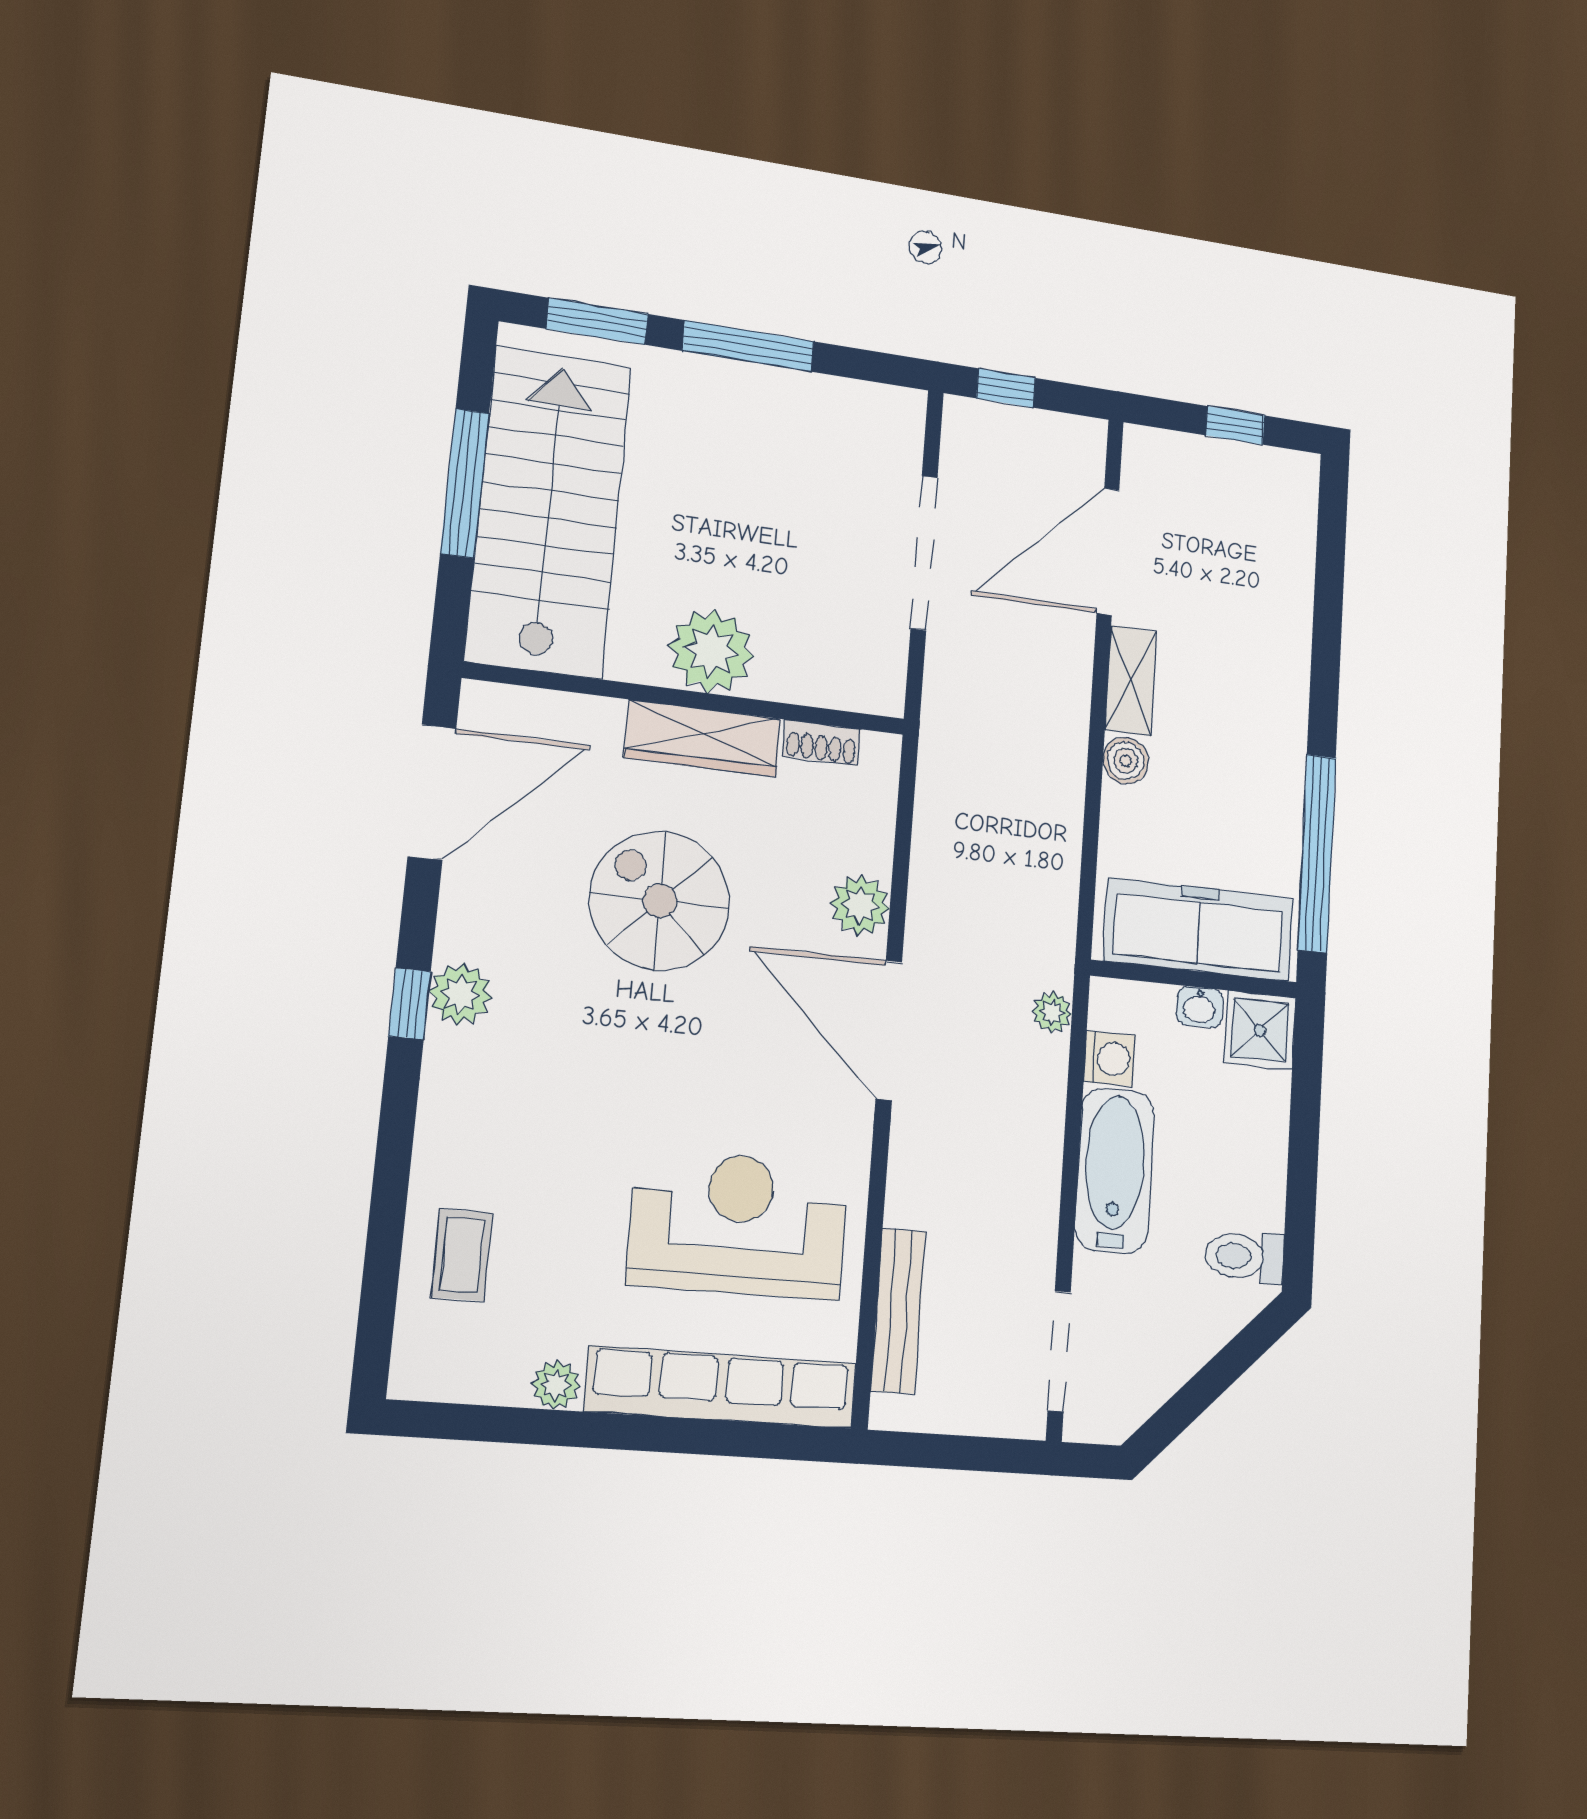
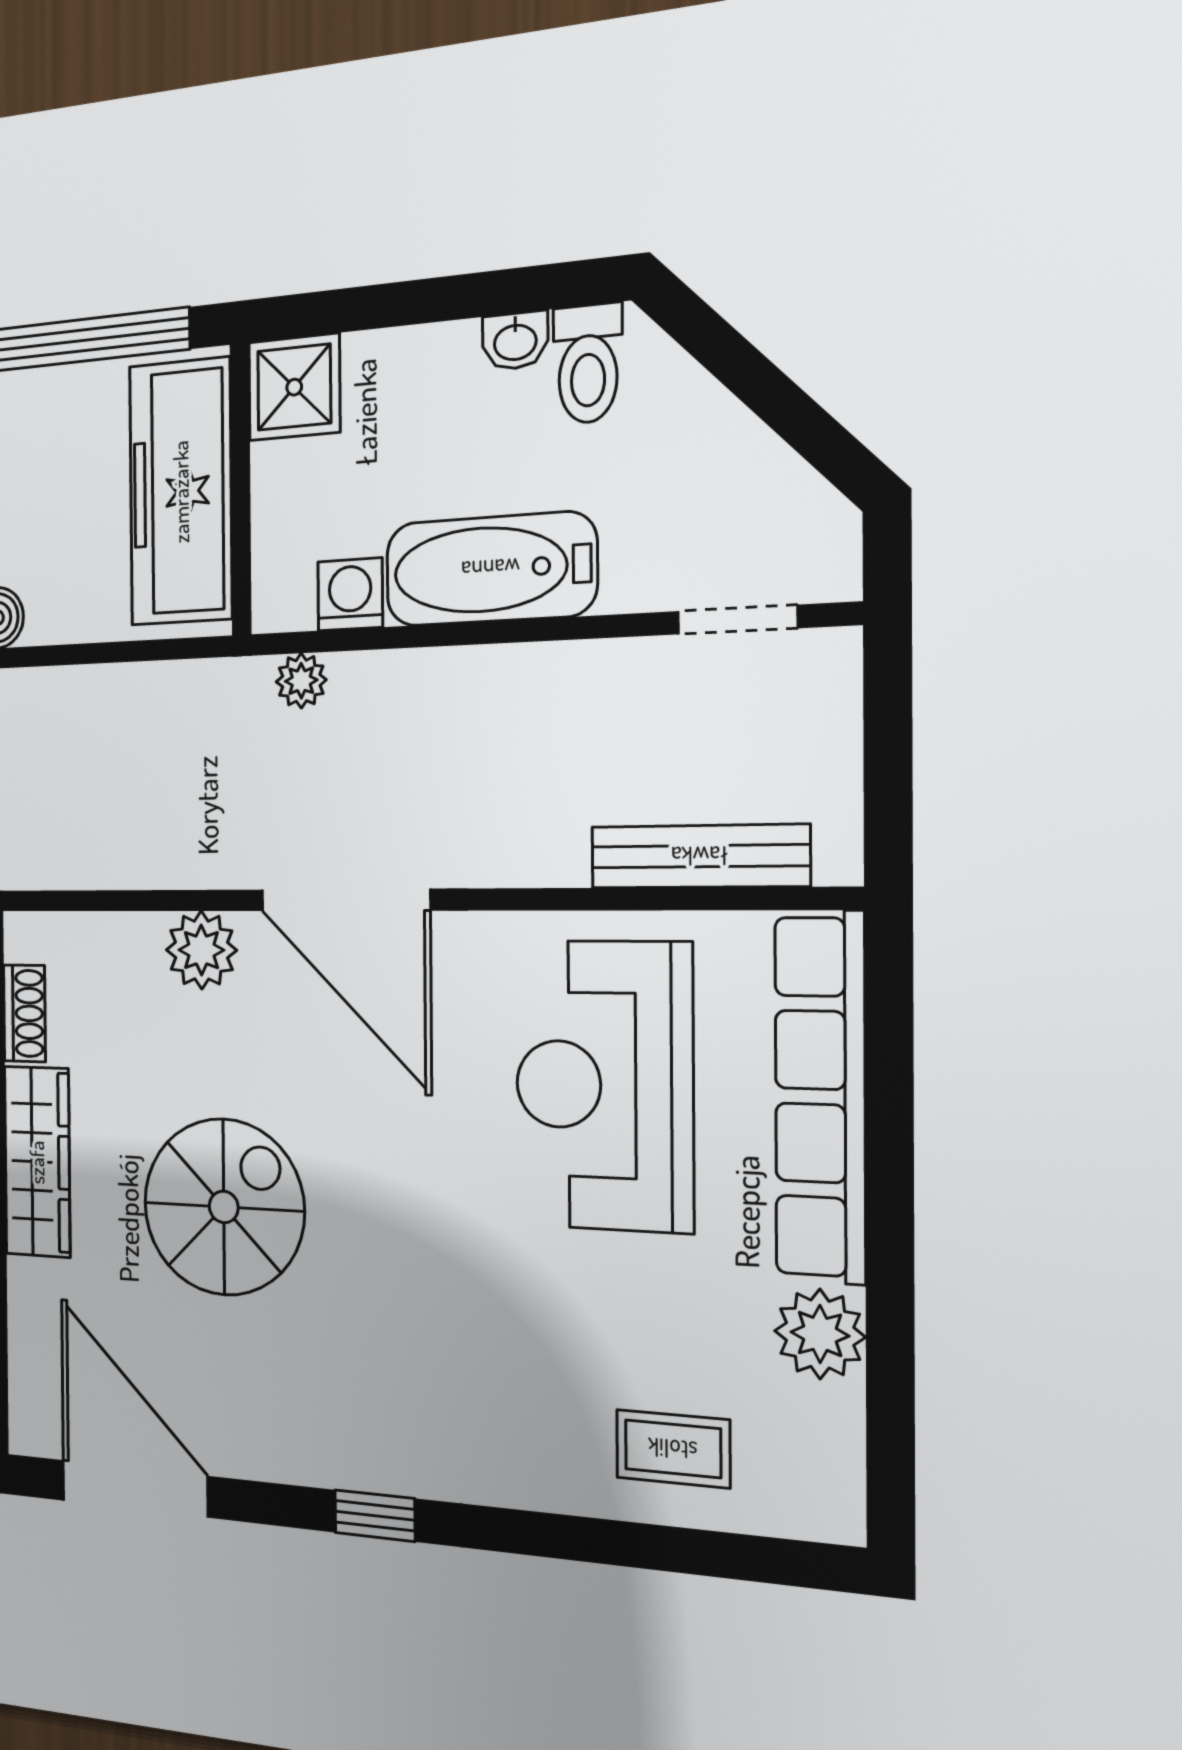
spiral stairs: (660, 901) -> (224, 1207), turned 180
plant: (460, 994) -> (357, 1453), removed
washbasin: (1200, 1007) -> (515, 341), moved, turned 90
door: (889, 1030) -> (345, 900), hinge flipped
doorway: (1059, 1351) -> (737, 620), width x0.73
plant: (556, 1385) -> (820, 1334), width x1.38, depth x1.38

